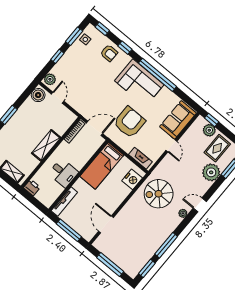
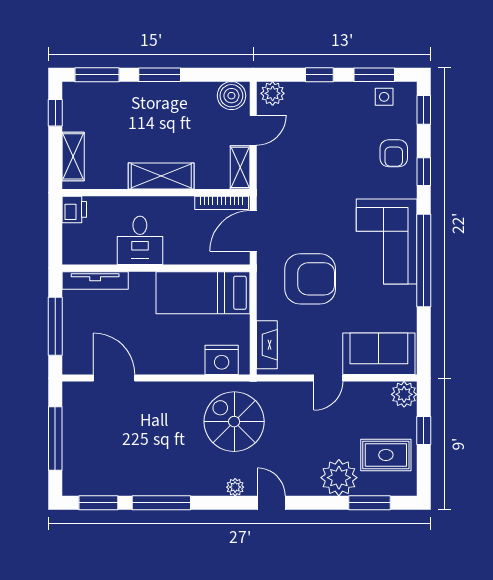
shelving: (67, 114) -> (240, 167), added
window: (212, 120) -> (424, 431), moved
door: (94, 128) -> (253, 231), swing flipped
plant: (209, 130) -> (404, 394), moved
door: (106, 224) -> (114, 378), hinge flipped

